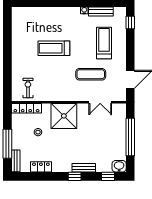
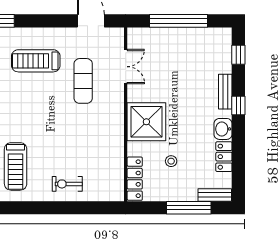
treadmill: (54, 48) -> (16, 166), moved
exercise bike: (28, 88) -> (67, 184), moved
washbasin: (119, 166) -> (223, 129), moved

